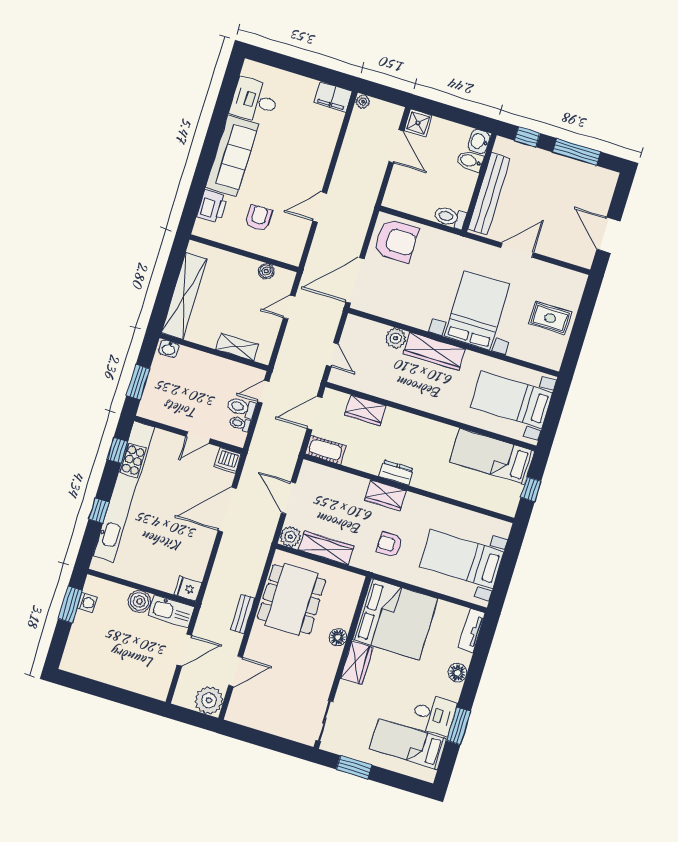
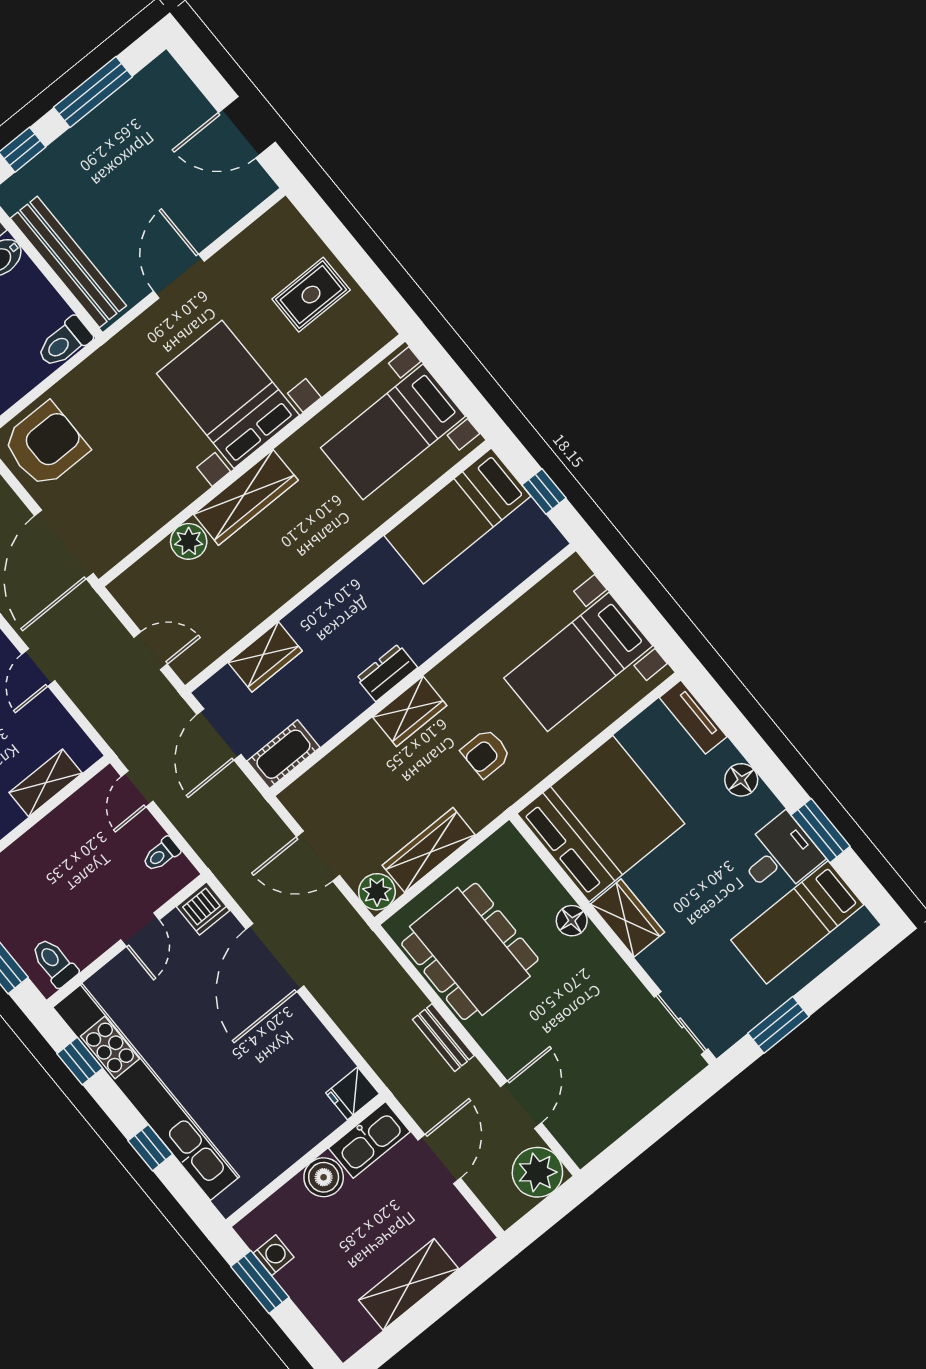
toilet: (241, 407) -> (54, 962), moved, turned 90
shelving: (116, 675) -> (409, 1284), added

